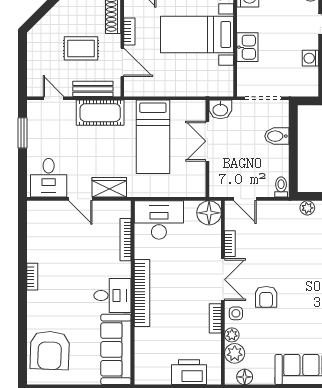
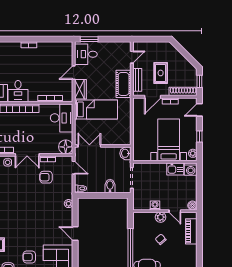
kitchen sink: (247, 47) -> (175, 169), moved
window: (22, 133) -> (89, 39), moved
bed: (153, 137) -> (96, 109), moved, turned 180
double door: (207, 141) -> (89, 146), moved
door: (245, 199) -> (74, 168), swing flipped
armchair: (266, 297) -> (46, 177), moved

